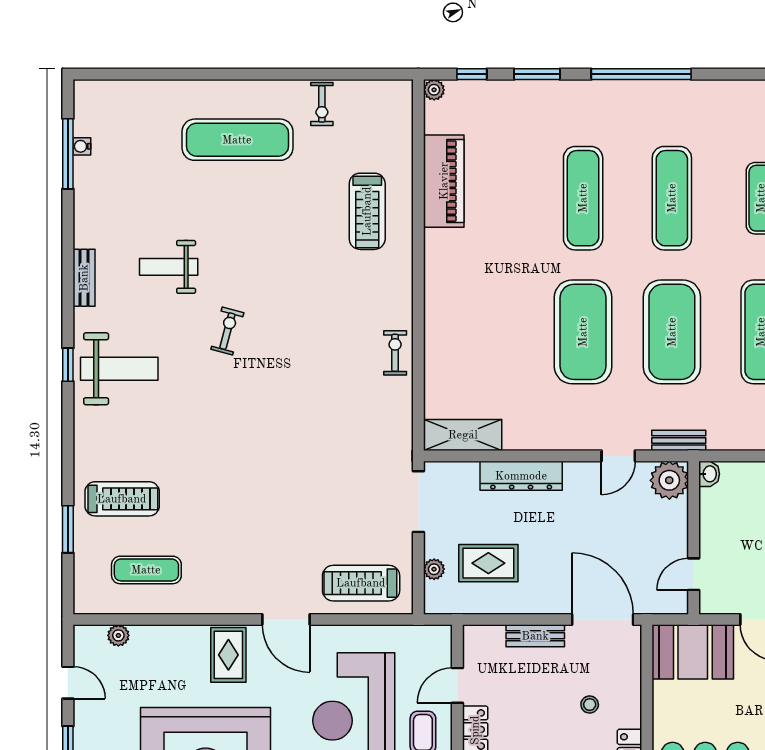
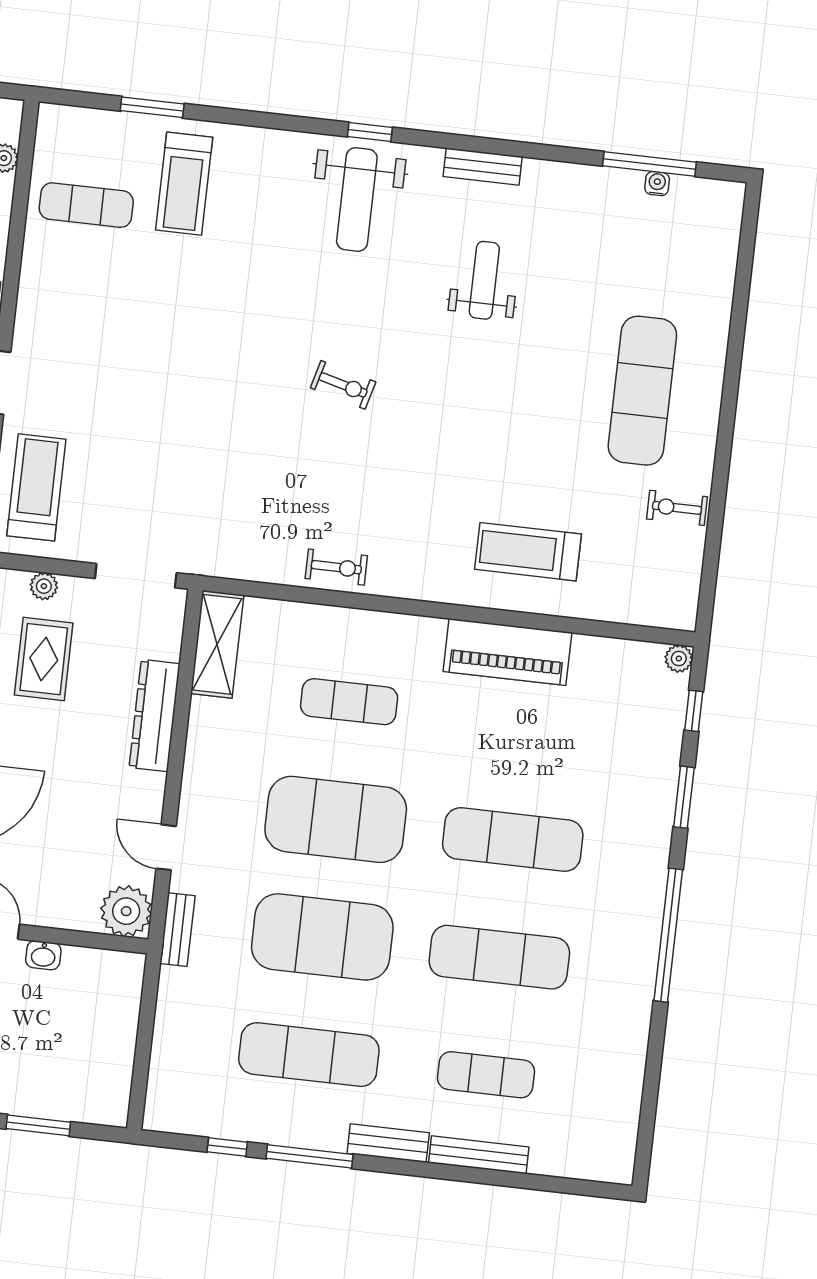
piano: (444, 181) -> (507, 652), moved
exercise bike: (227, 331) -> (343, 385), moved
exercise mat: (494, 332) -> (349, 702), added
washbasin: (709, 474) -> (43, 955), moved
exercise mat: (146, 570) -> (86, 205), turned 90

